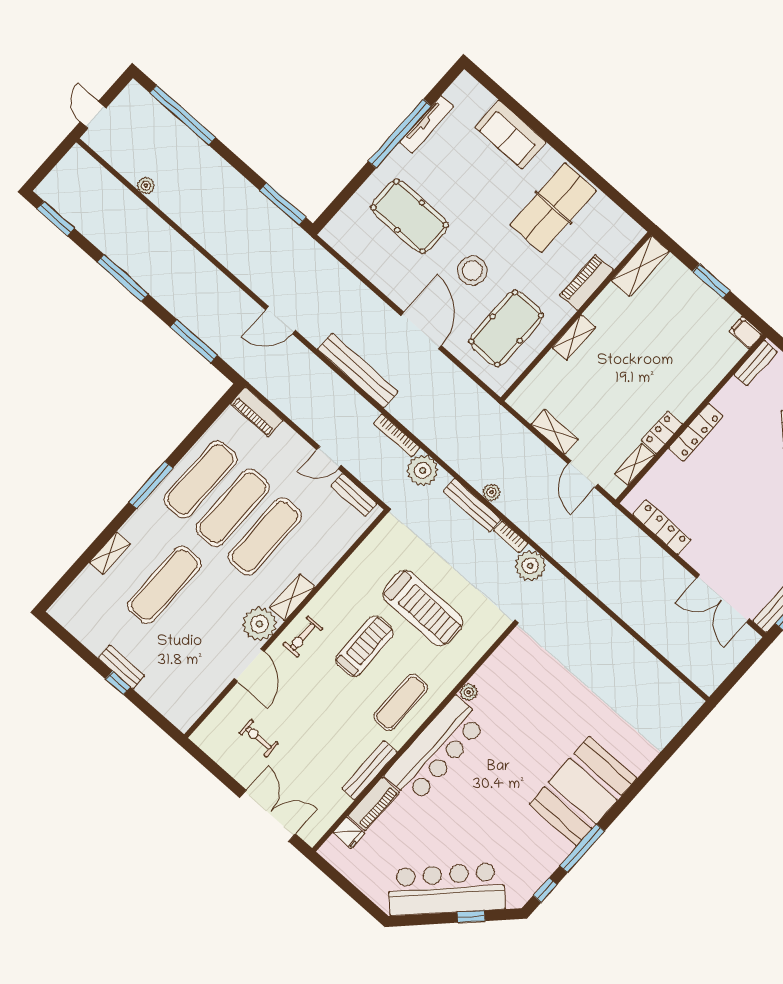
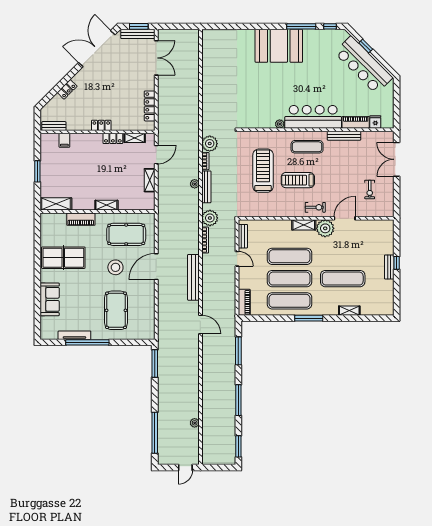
filing cabinet: (746, 333) -> (64, 140), moved
locker: (696, 432) -> (101, 125), width x0.66

